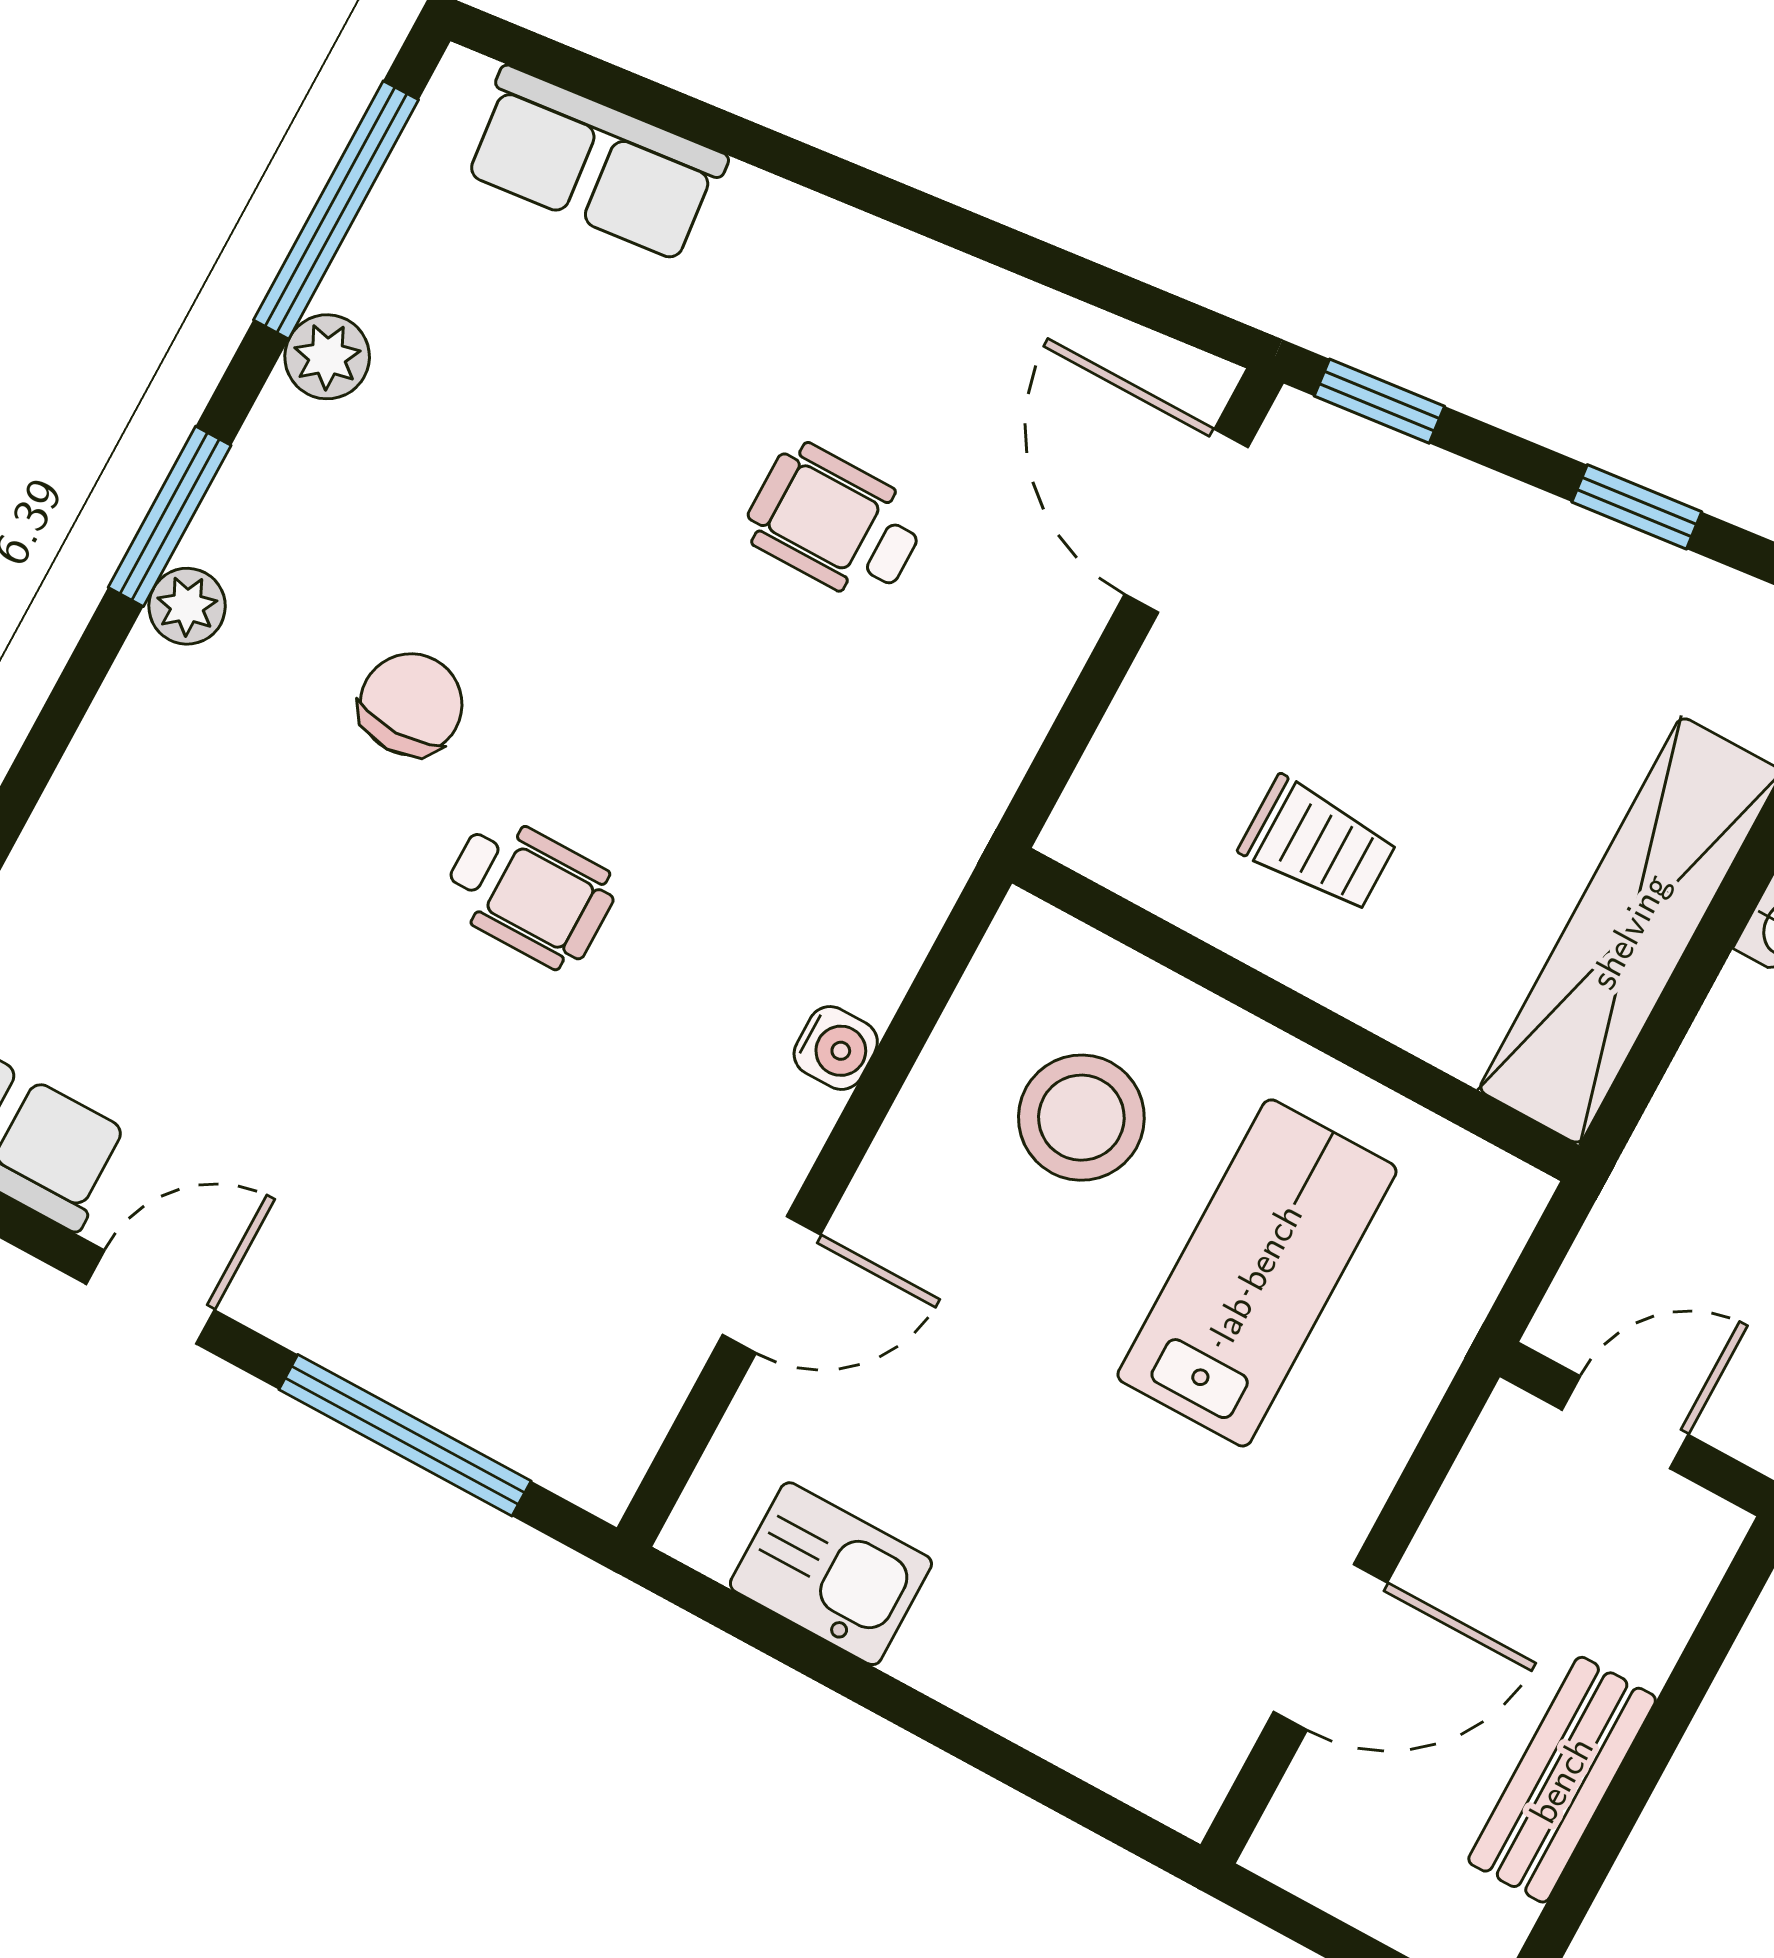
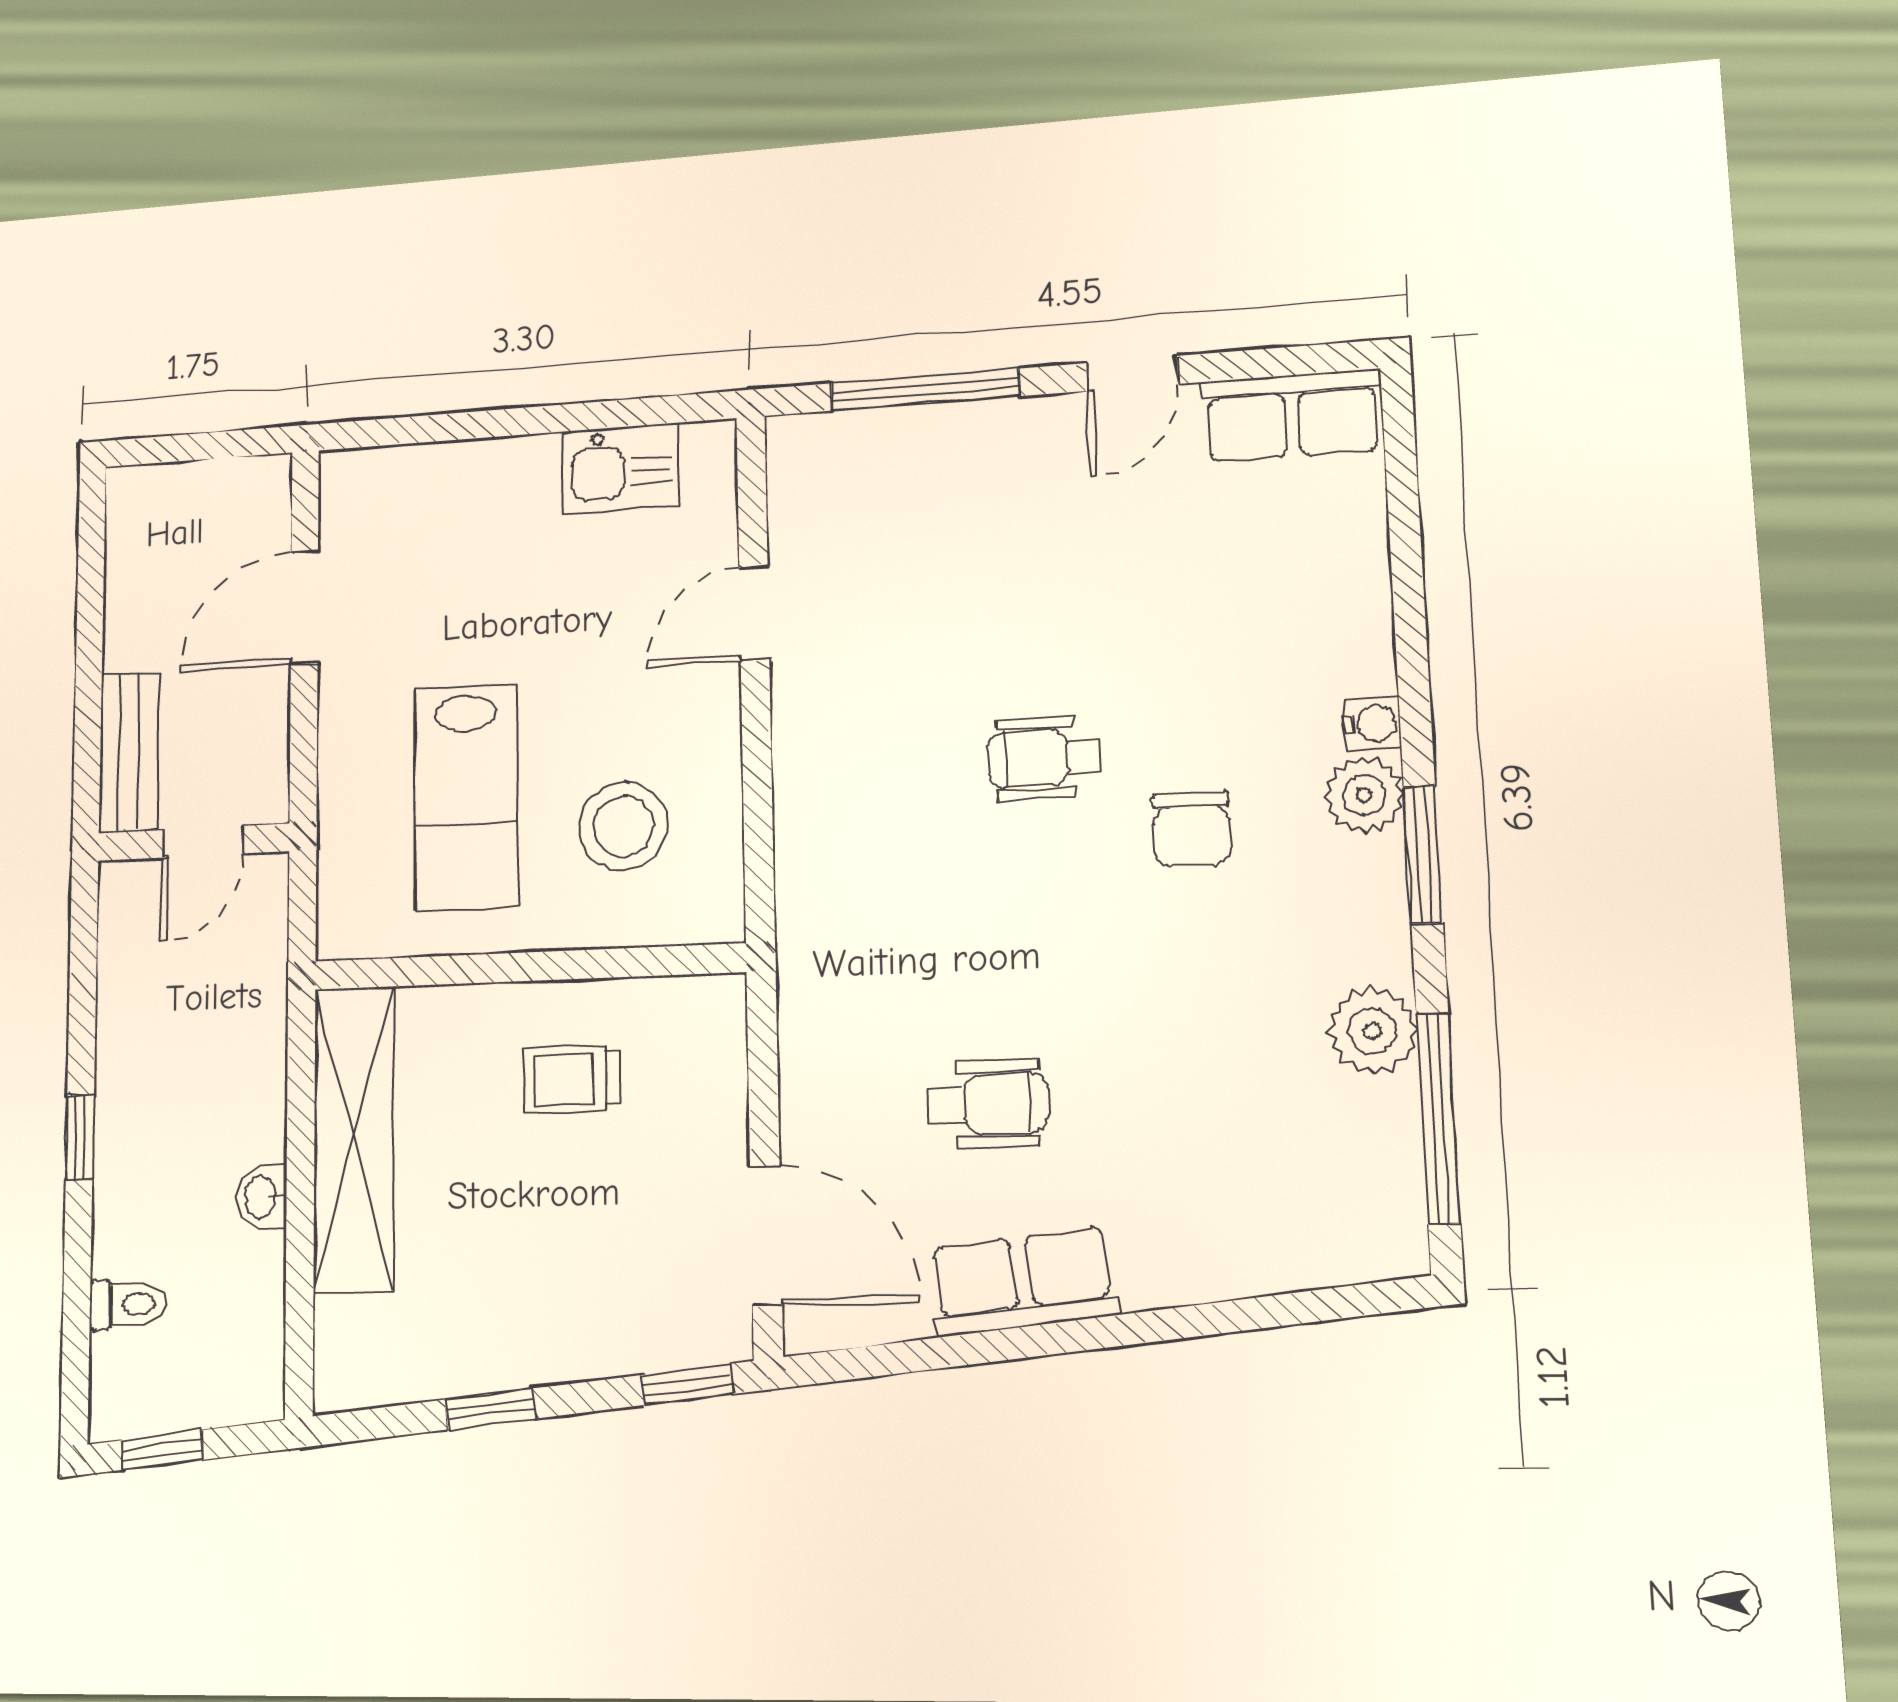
row of seats: (595, 164) -> (1022, 1282), moved
plant: (327, 357) -> (1372, 1031), width x1.38, depth x1.38
plant: (187, 606) -> (1364, 795), width x1.38, depth x1.38
water cooler: (836, 1048) -> (1372, 723), moved, turned 180
bench: (1562, 1780) -> (129, 752), moved

